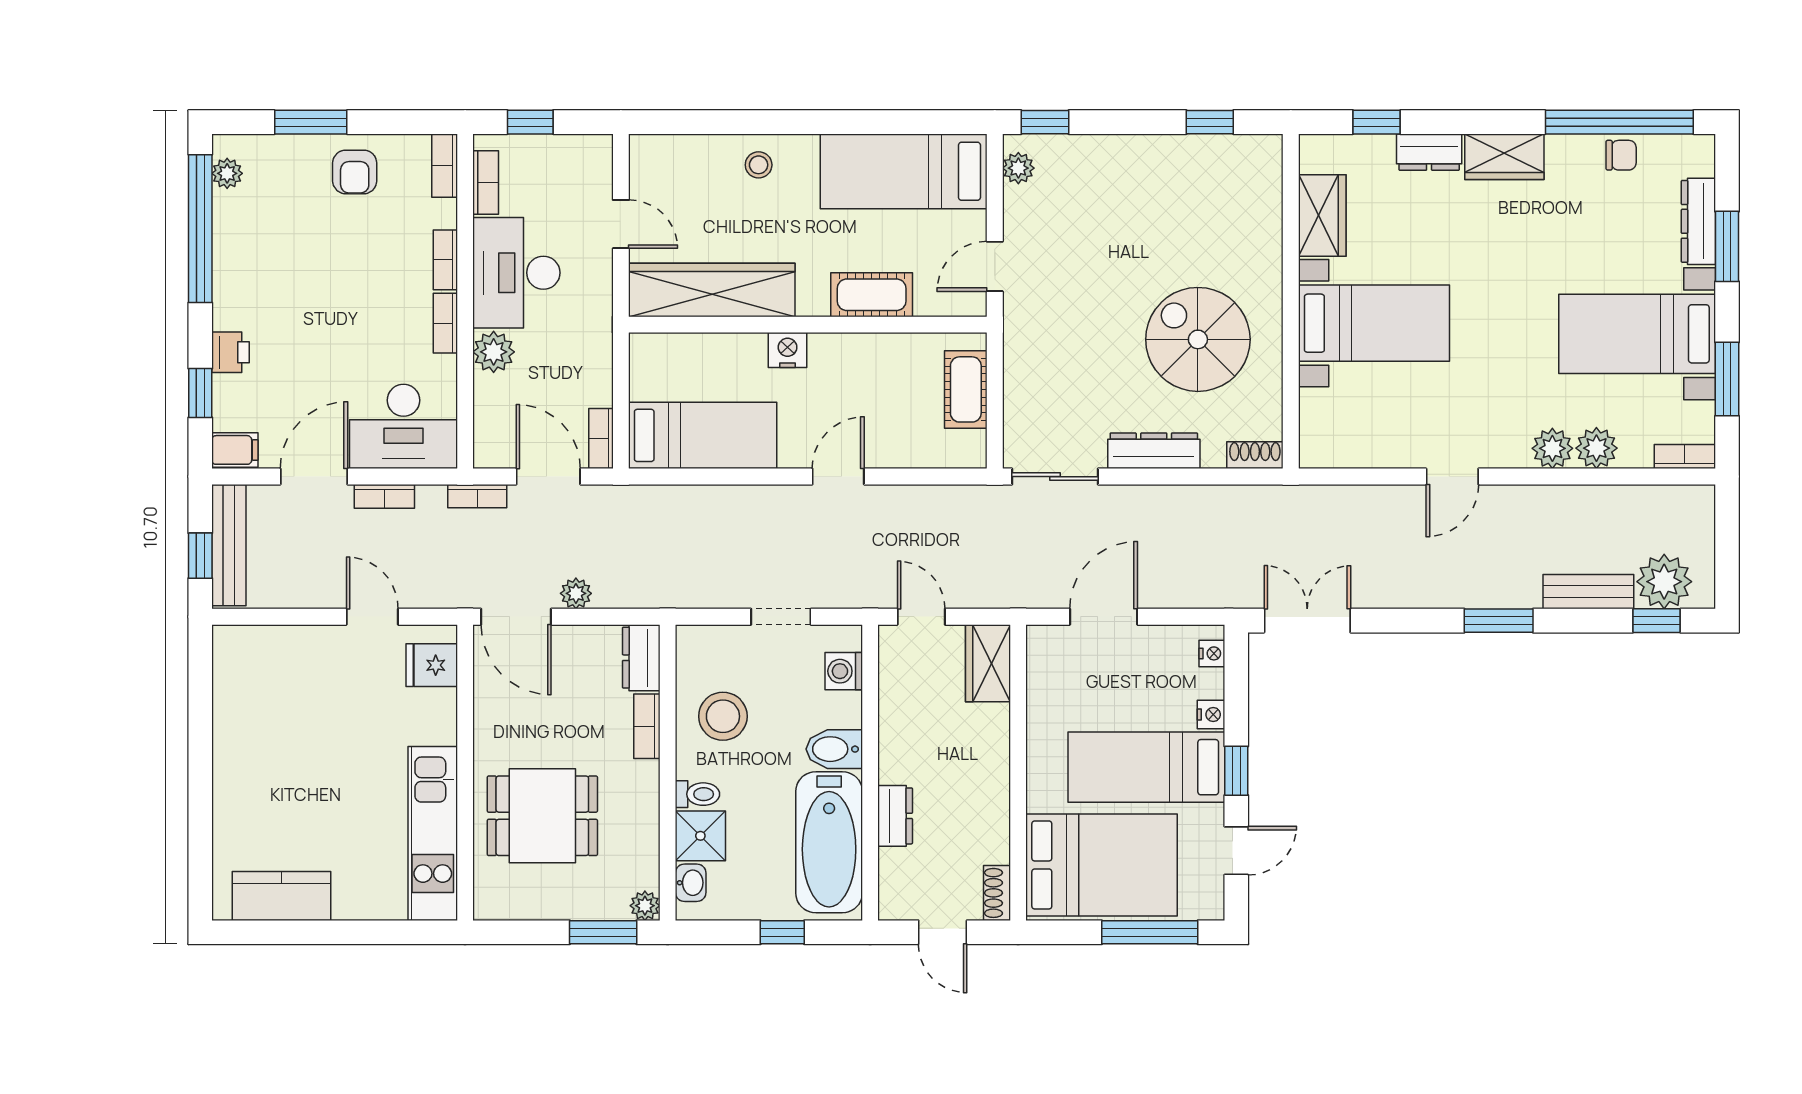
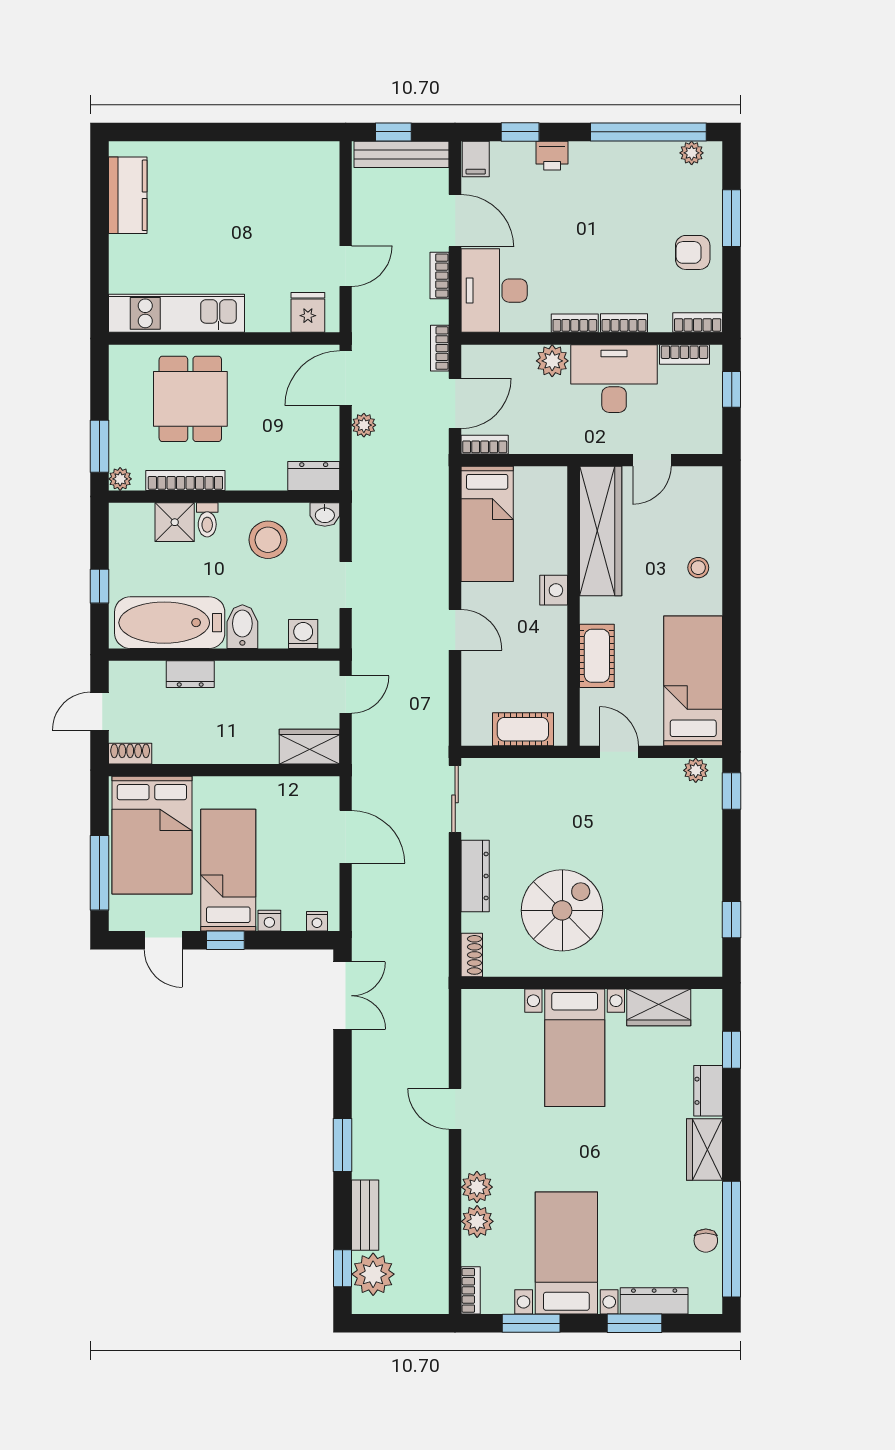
bookcase: (647, 726) -> (185, 480), moved, width x1.56
washbasin: (691, 883) -> (325, 515), moved

